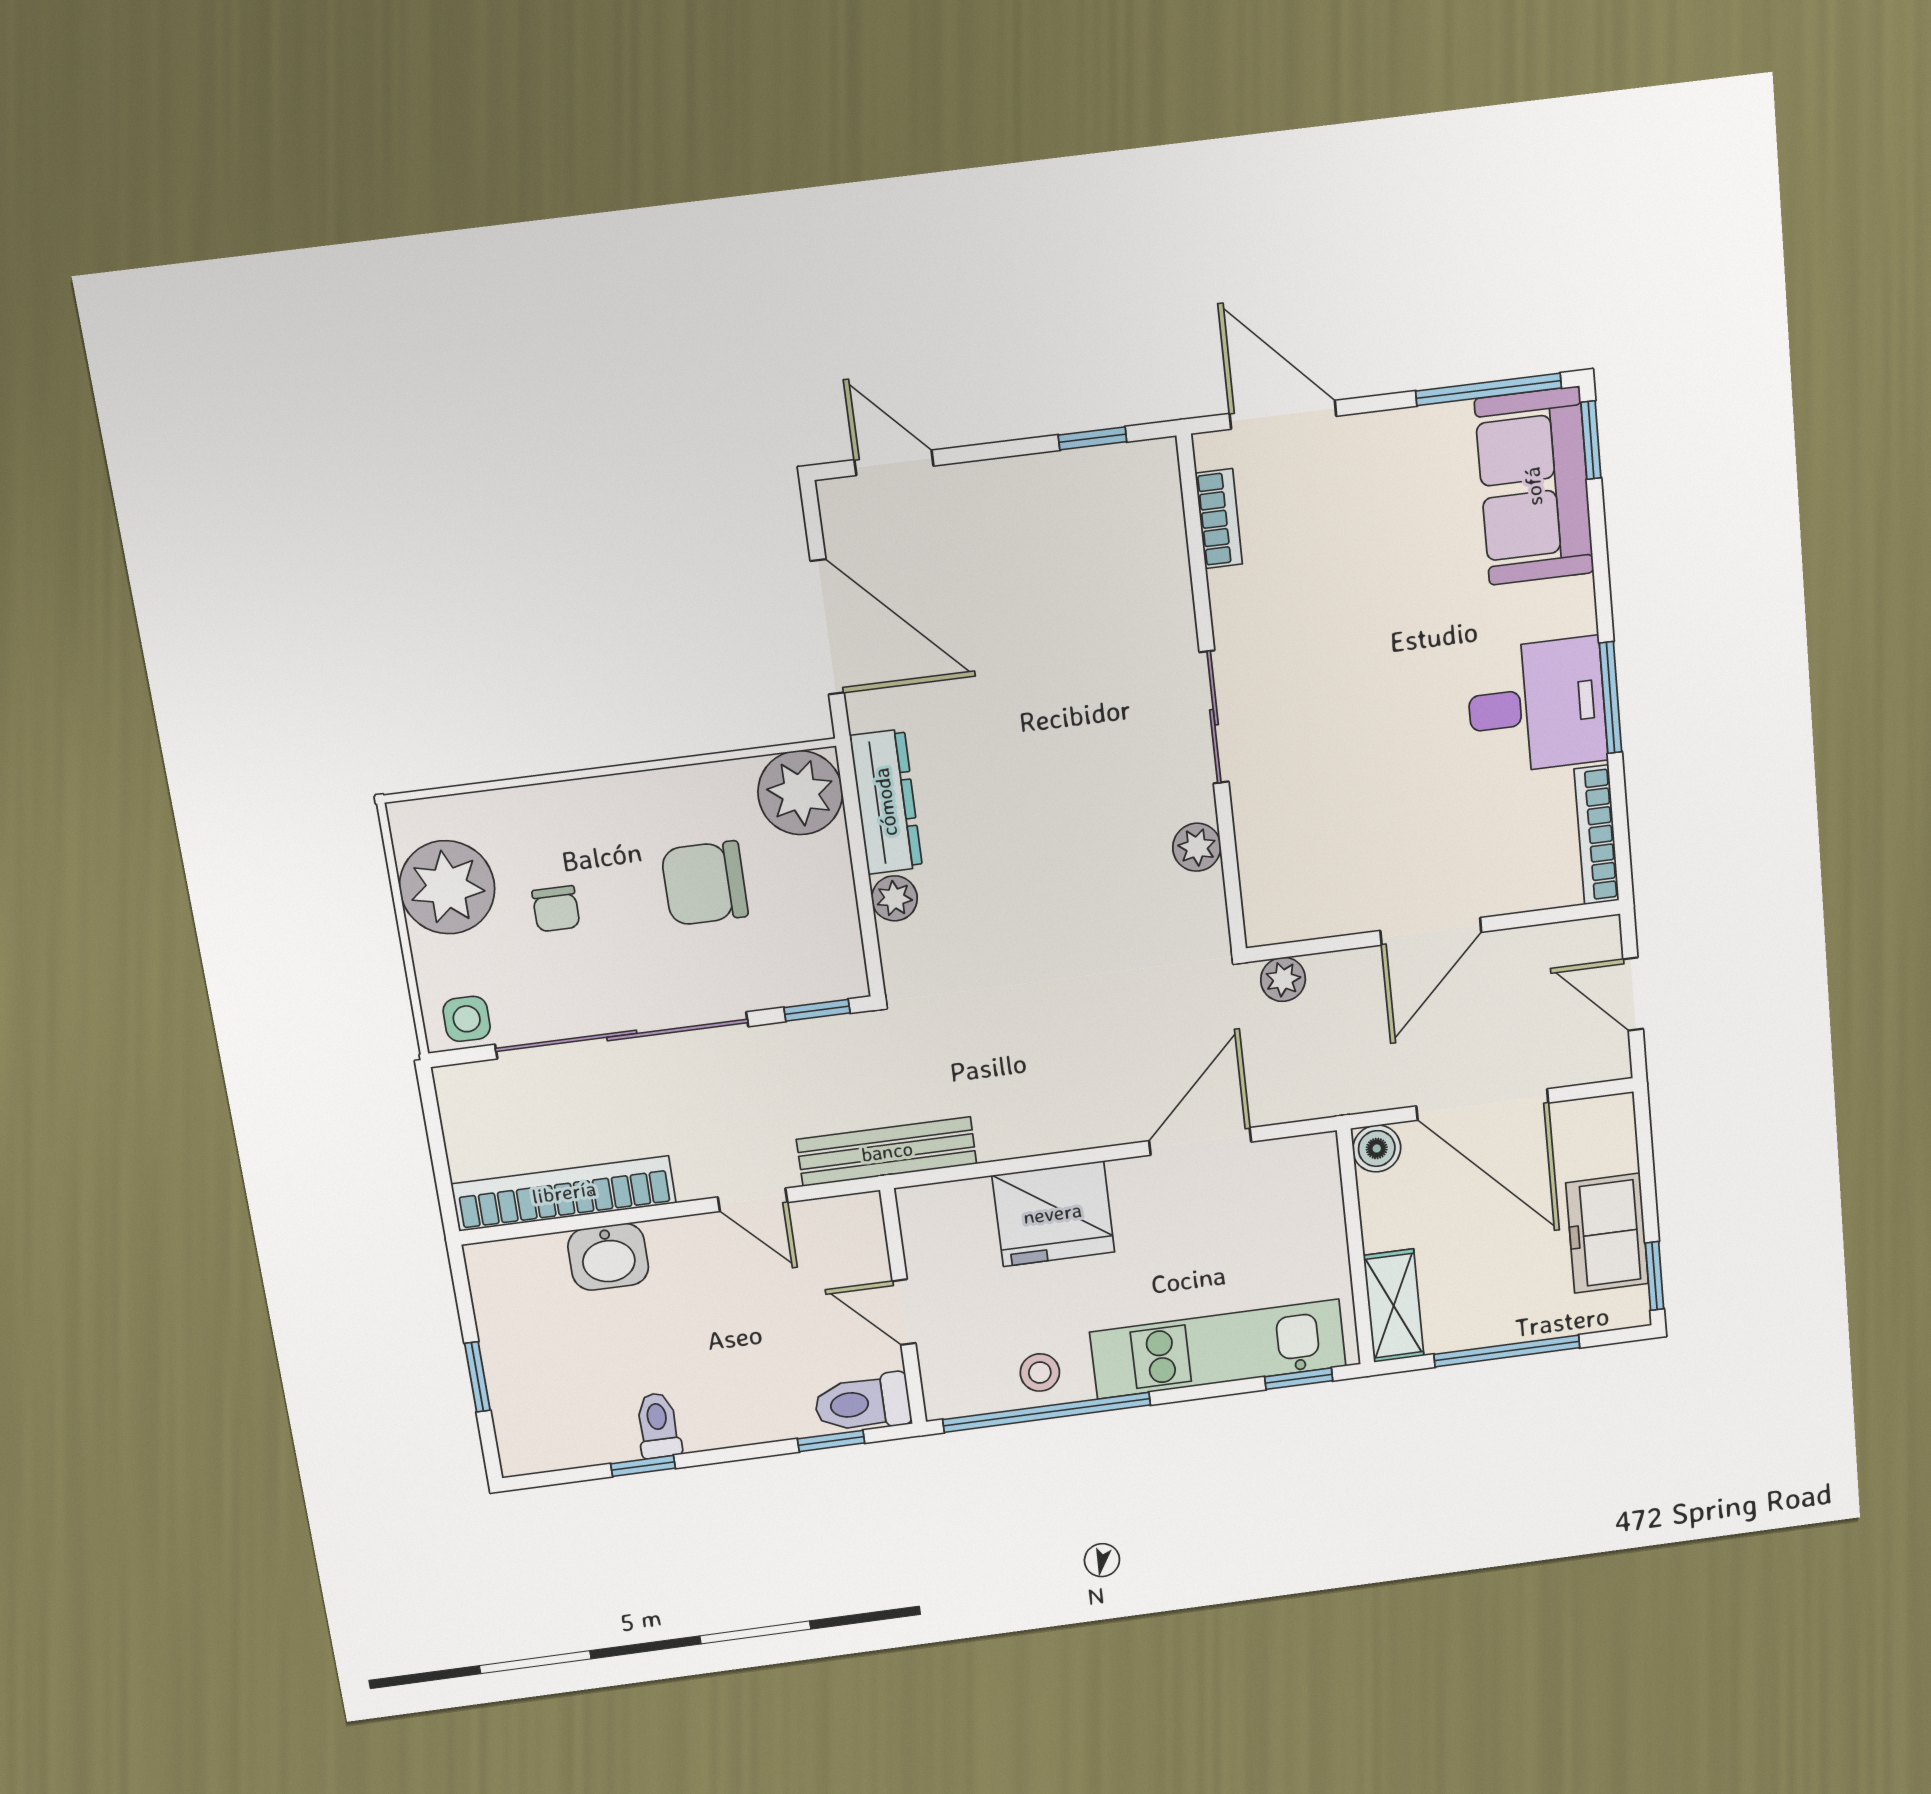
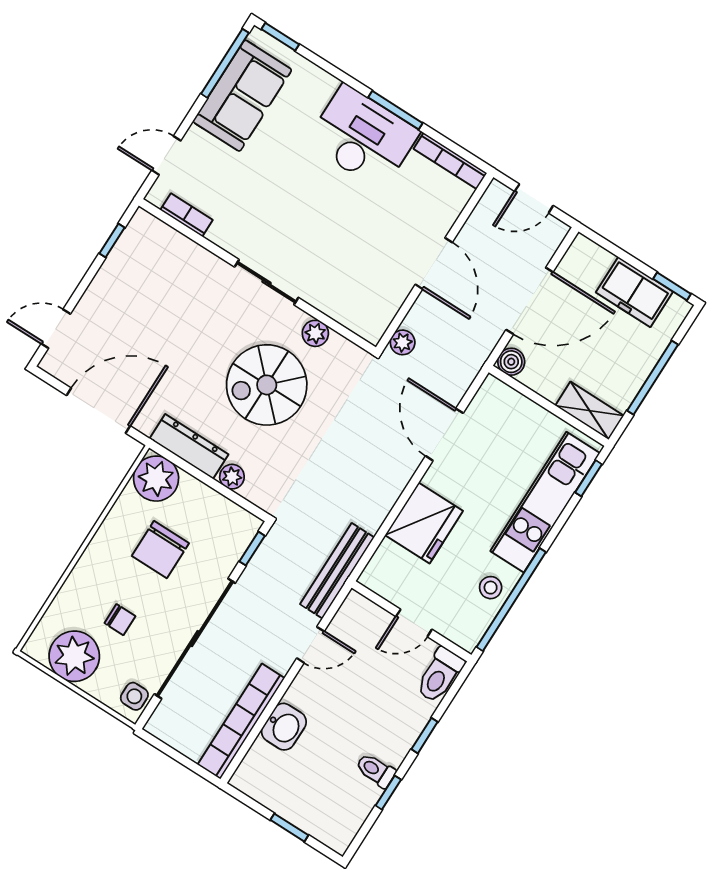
door: (1283, 415) -> (166, 155), width x0.73
sofa: (1534, 486) -> (242, 96), moved, turned -90
desk: (1537, 706) -> (363, 137), width x1.37
spiral stairs: (1066, 839) -> (267, 385), added
window: (831, 1441) -> (425, 736), moved

